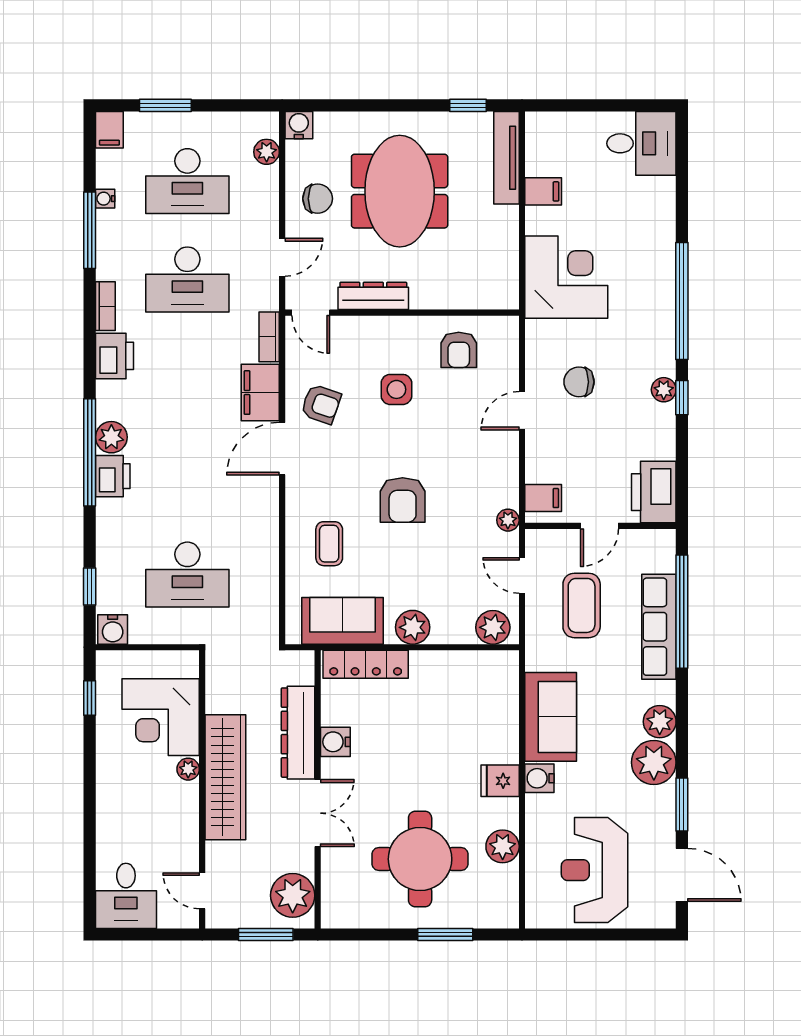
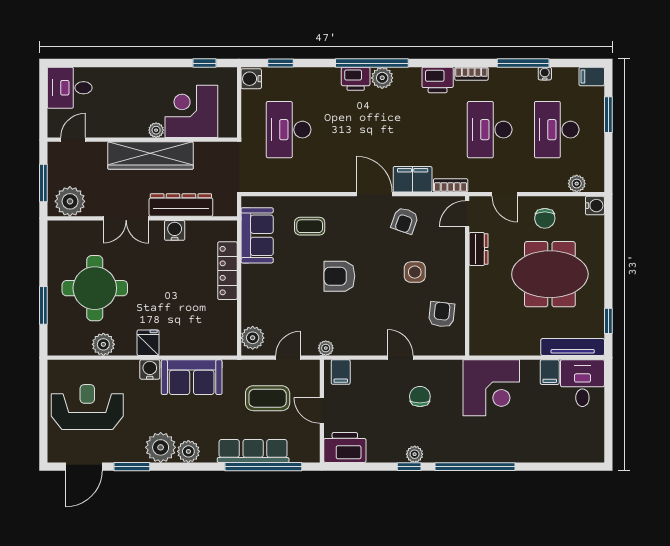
desk: (641, 143) -> (582, 383), moved, turned 180
dresser: (373, 296) -> (478, 249), width x0.70
armchair: (459, 350) -> (442, 314), turned 96
plant: (413, 627) -> (253, 283), removed
locker: (366, 664) -> (227, 271), moved

